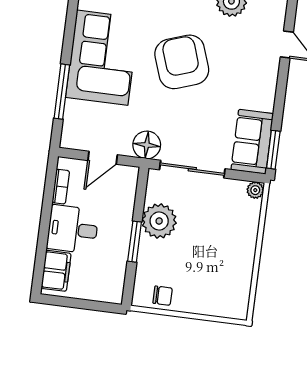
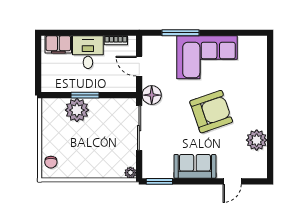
sofa: (252, 142) -> (195, 166), moved
plant: (159, 221) -> (77, 110), moved
chair: (163, 296) -> (51, 162), moved

